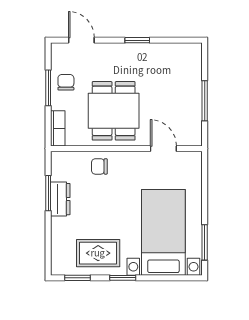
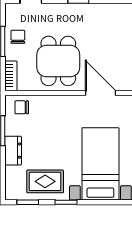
door: (163, 149) -> (100, 93), width x1.38
chair: (99, 166) -> (22, 107), moved
dresser: (60, 199) -> (13, 151), moved

